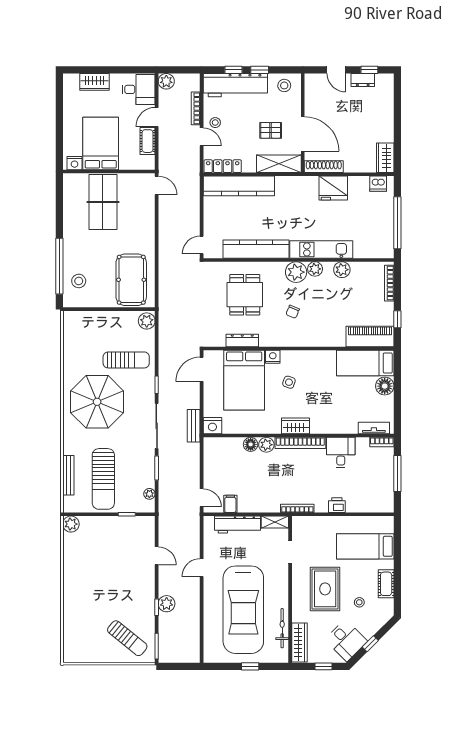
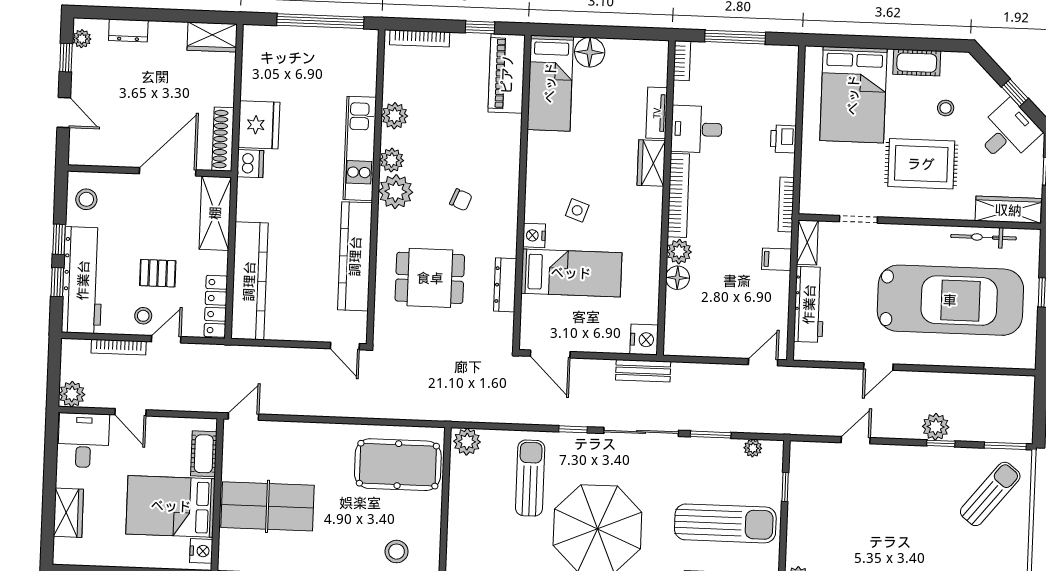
door: (336, 70) -> (64, 112), hinge flipped
plant: (381, 79) -> (82, 39), added
dresser: (363, 80) -> (128, 30), moved, turned 90
pallet: (271, 130) -> (158, 273), moved, turned 90
cot: (148, 141) -> (204, 454), moved, turned 90
dishwasher: (378, 184) -> (250, 164), moved
bed: (244, 380) -> (571, 273), width x0.67
wardrobe: (296, 426) -> (651, 163), moved
tv unit: (374, 428) -> (657, 113), moved
filing cabinet: (230, 504) -> (777, 259), moved
bed: (365, 546) -> (853, 95), width x1.50
door: (202, 568) -> (878, 367), hinge flipped

